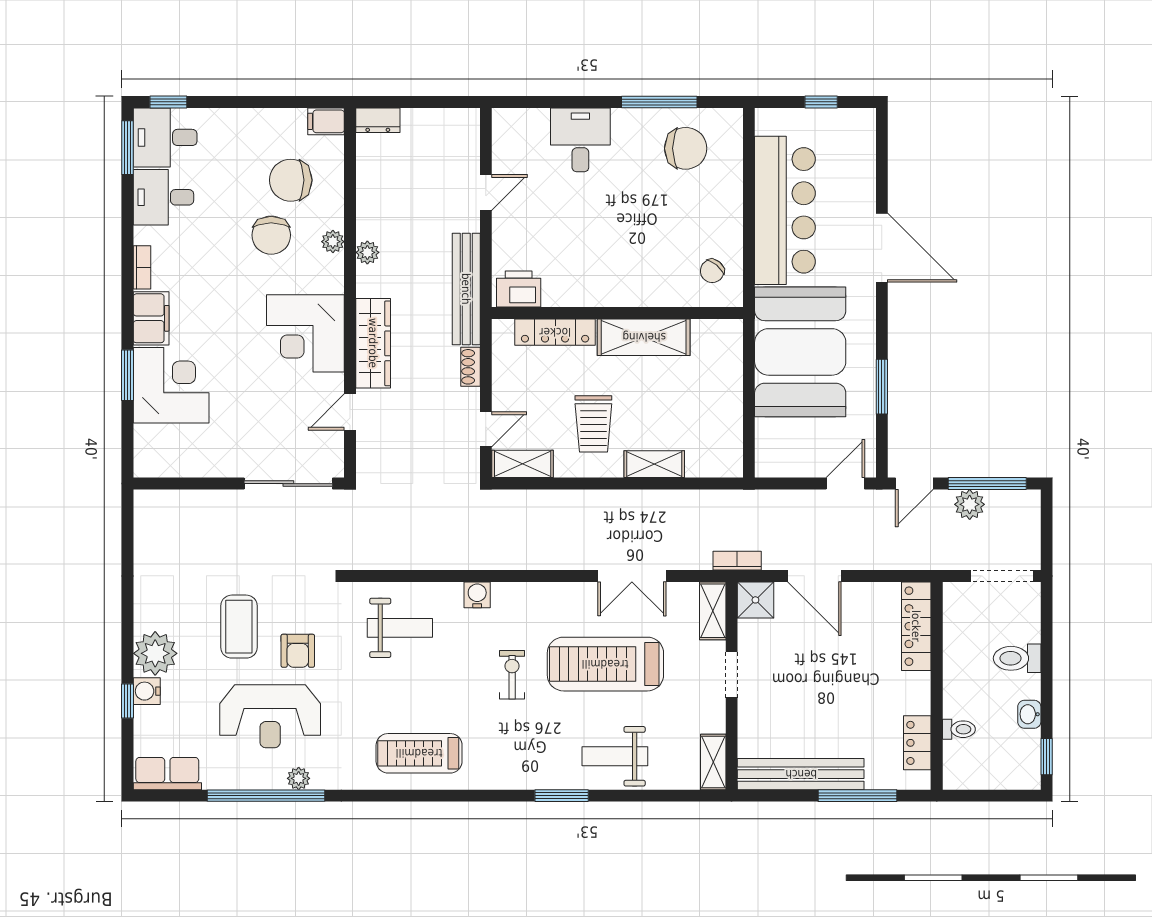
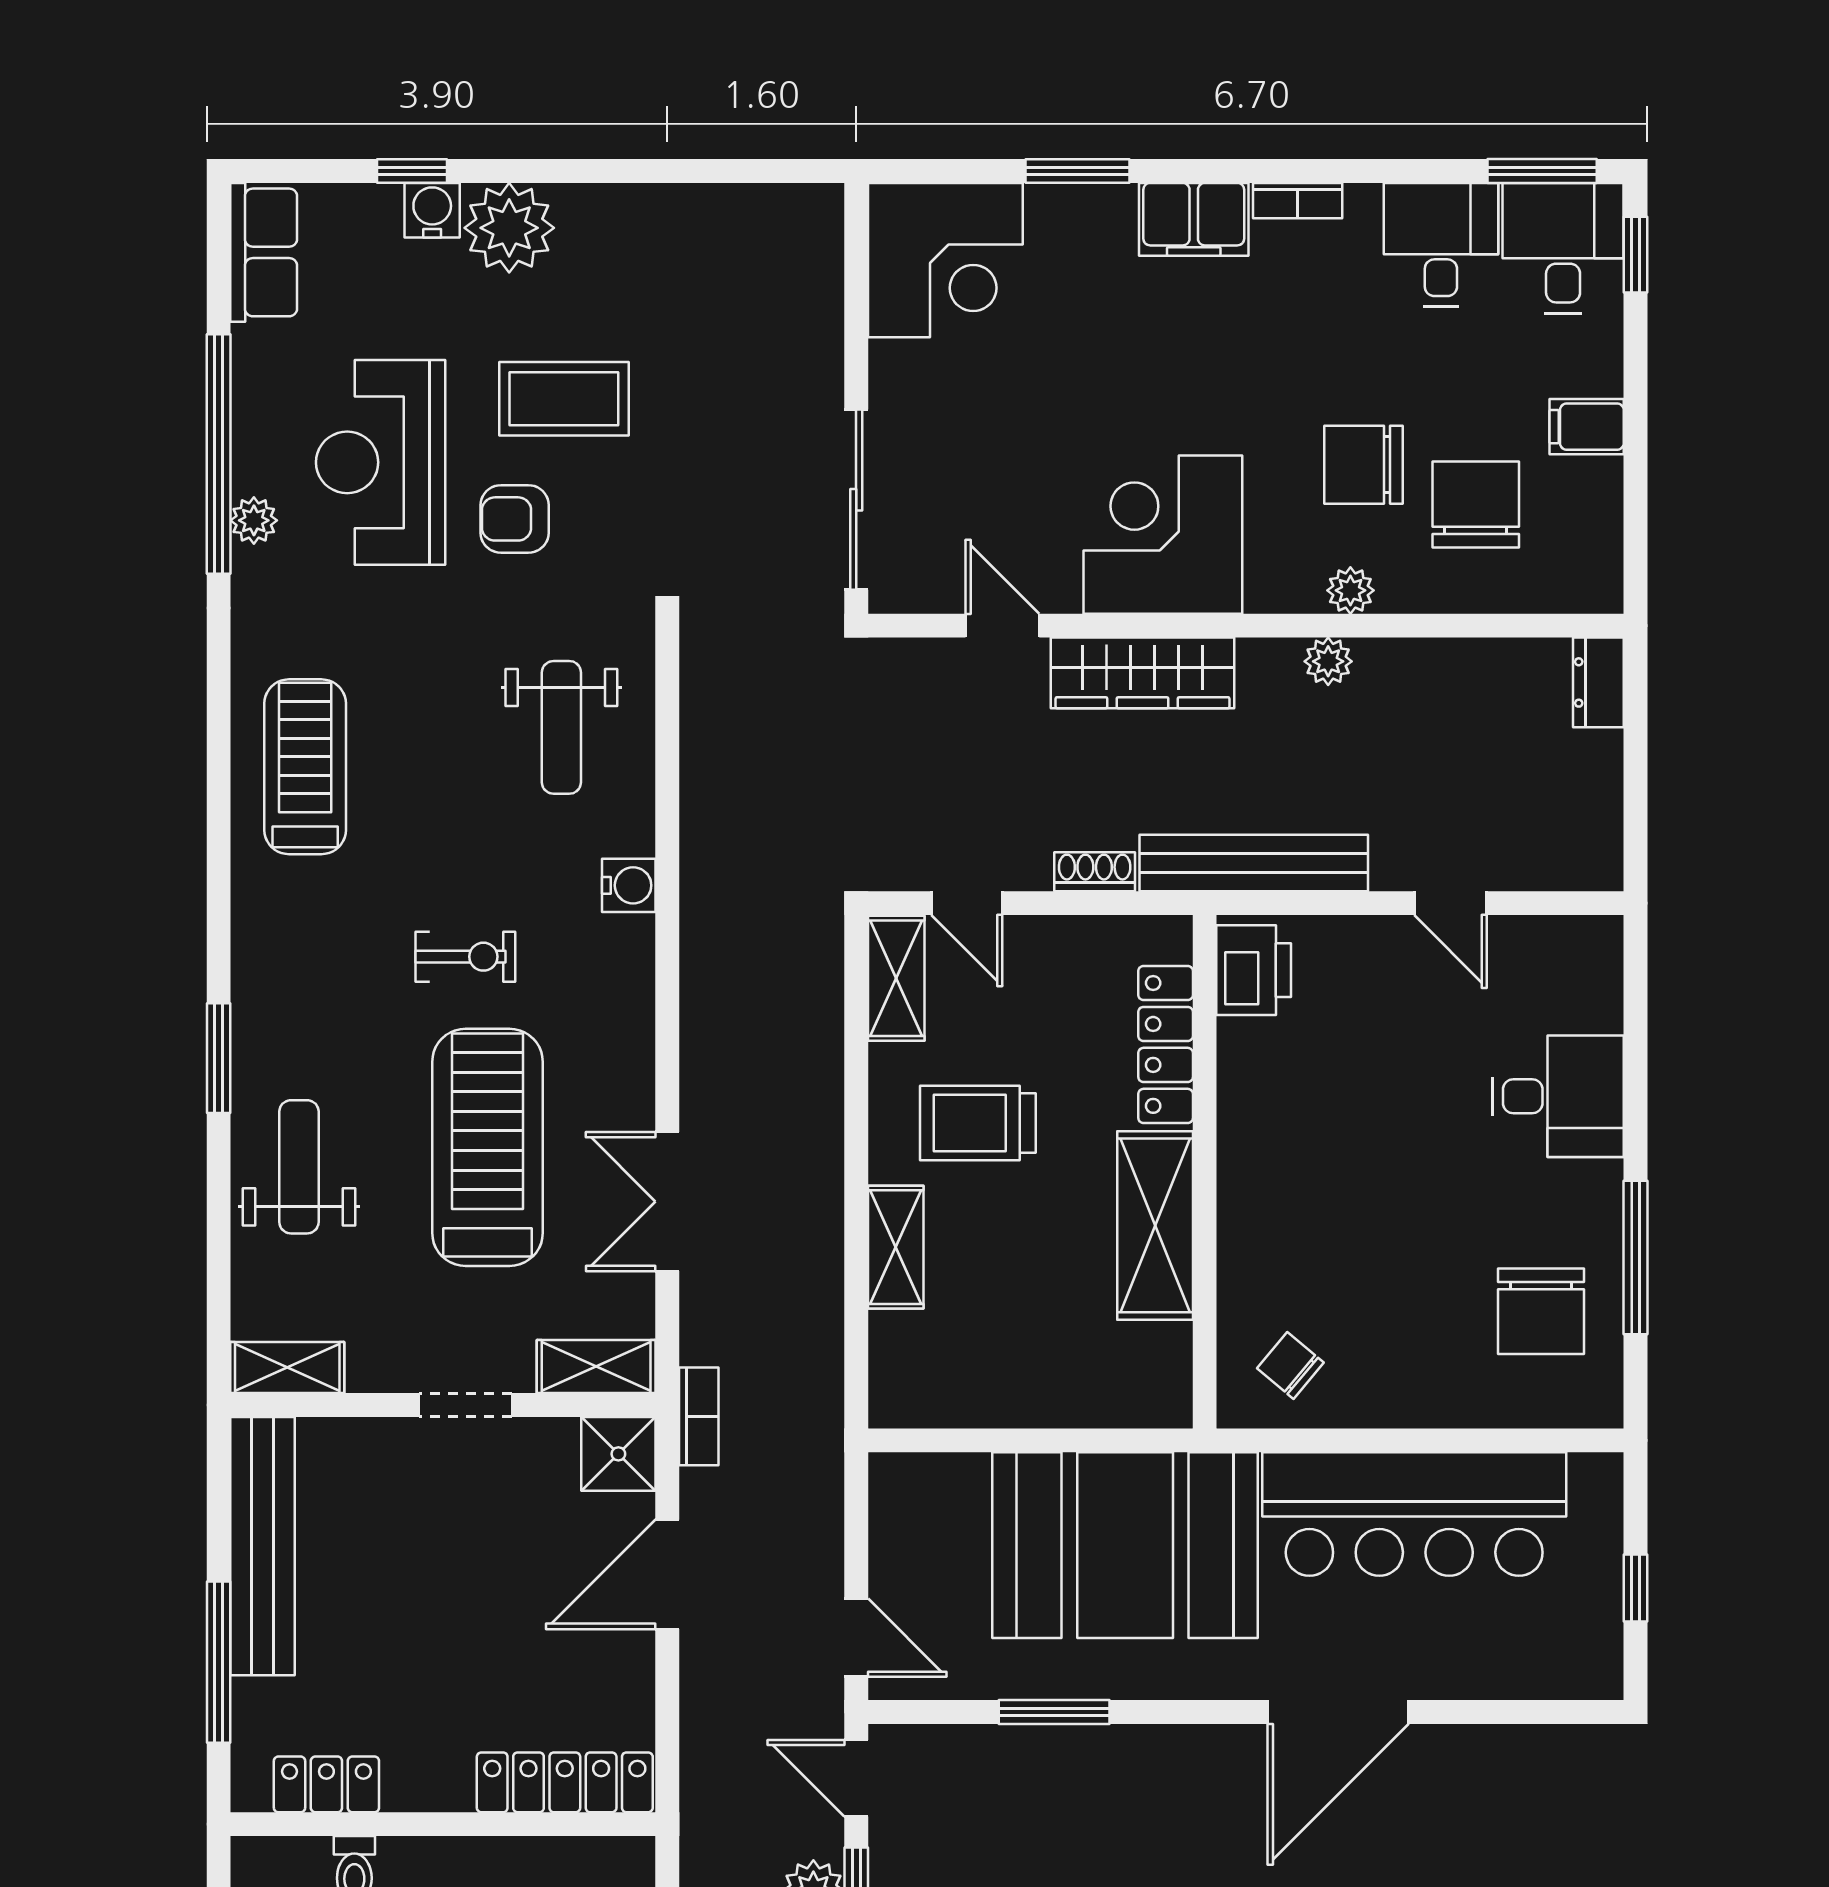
filing cabinet: (326, 121) -> (1587, 427), moved, turned -90
corner desk: (171, 385) -> (945, 260), moved

